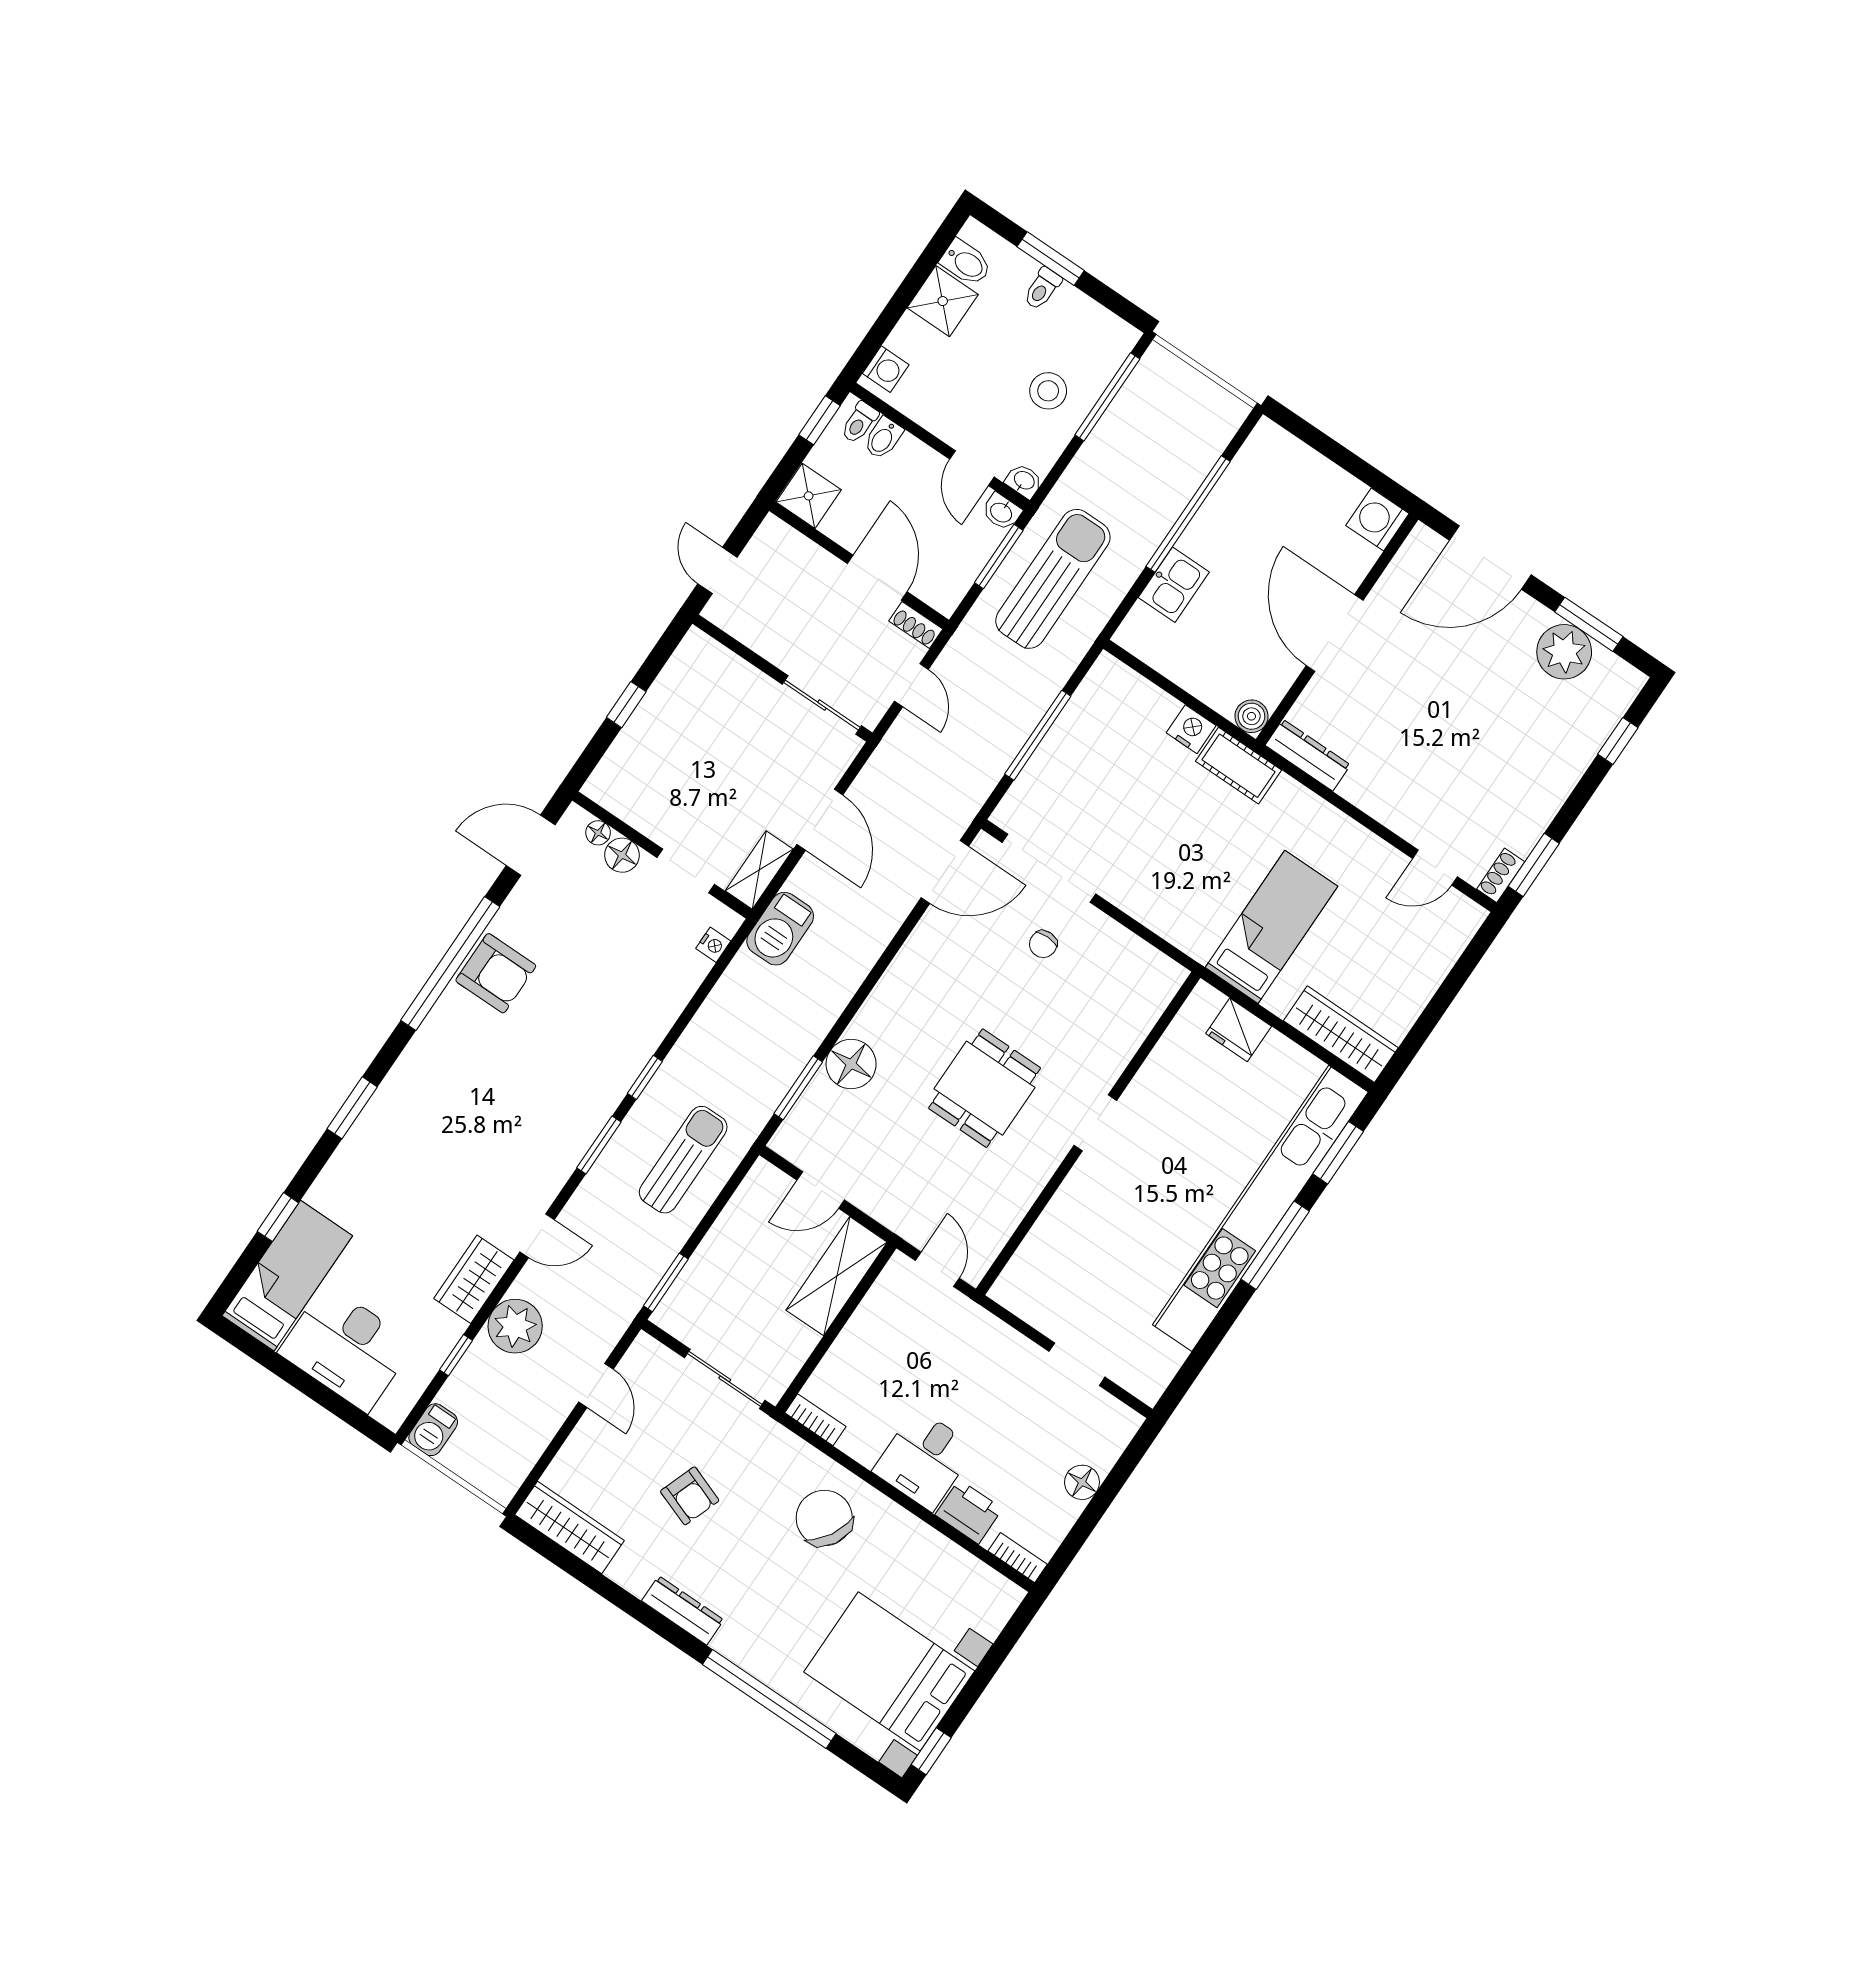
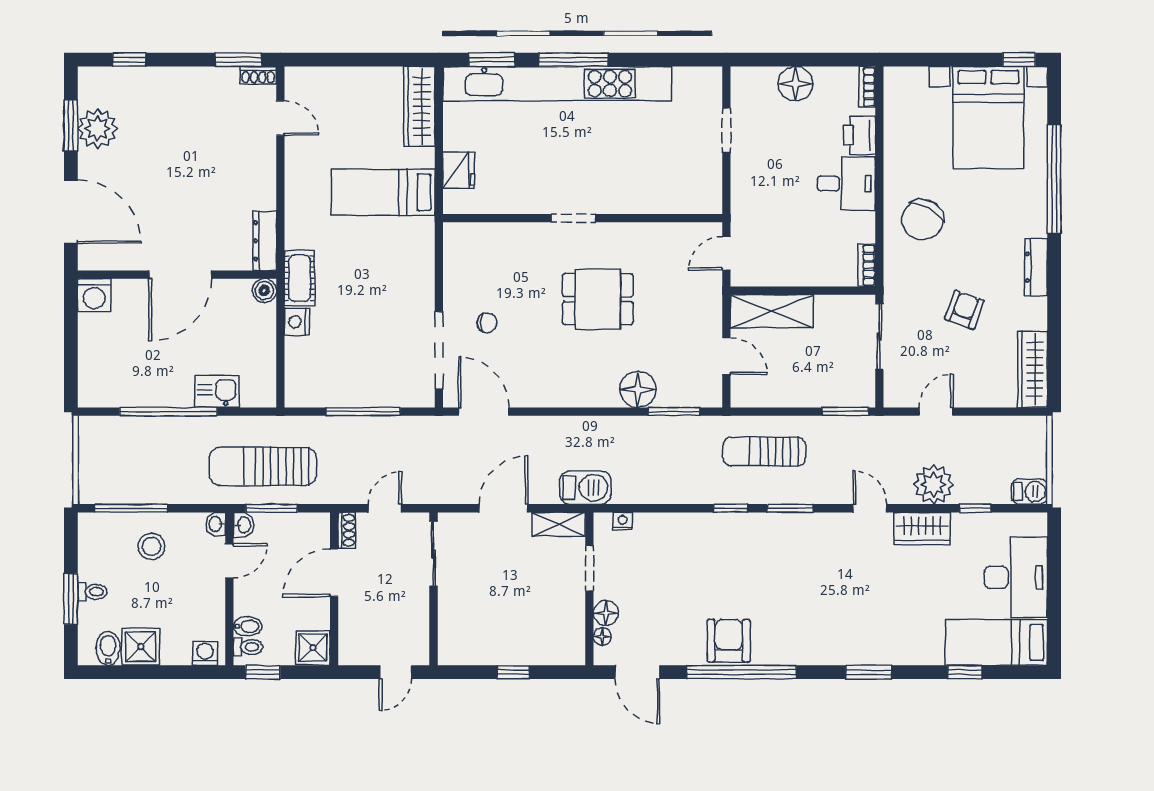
floor lamp: (1082, 1482) -> (795, 84), width x1.38, depth x1.38

